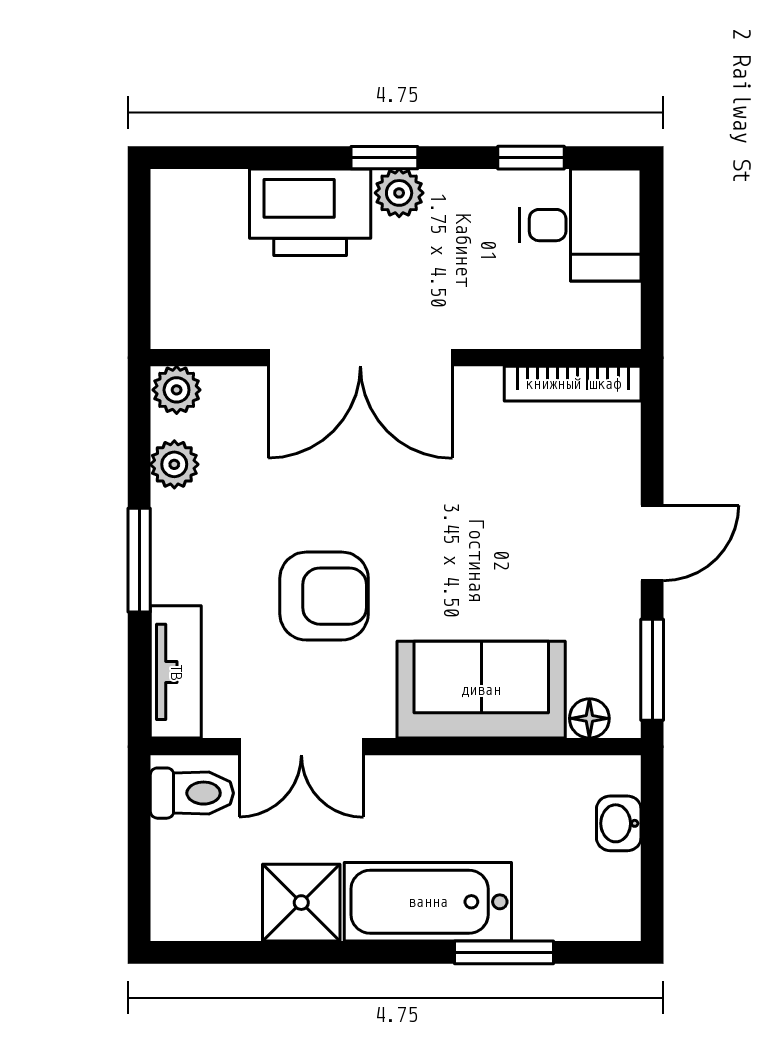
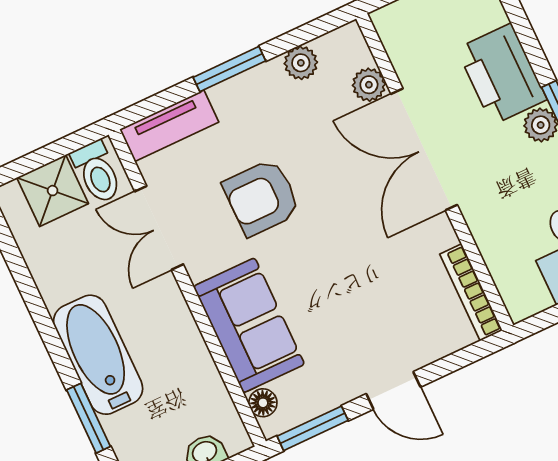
plant: (177, 390) -> (369, 85), moved
armchair: (324, 596) -> (262, 197), turned 90
shower: (301, 903) -> (53, 191), moved

